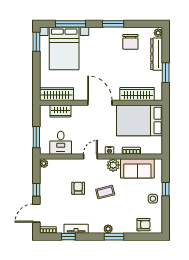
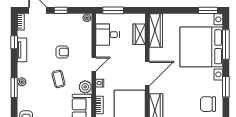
bed with nightstands: (64, 48) -> (201, 47), width x1.36
door: (90, 157) -> (94, 64), hinge flipped

